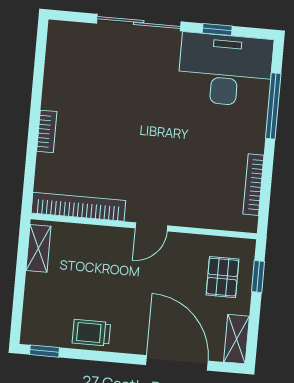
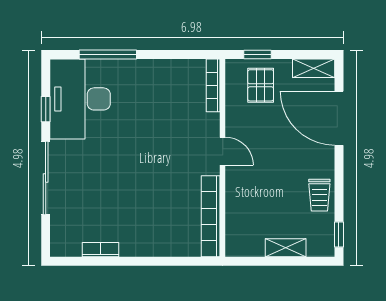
bookcase: (47, 131) -> (101, 250), moved
bookcase: (253, 185) -> (213, 85), moved, turned 90
shelving: (38, 248) -> (286, 248), moved
pallet: (222, 277) -> (261, 85), turned 90
door: (177, 363) -> (339, 118), hinge flipped

